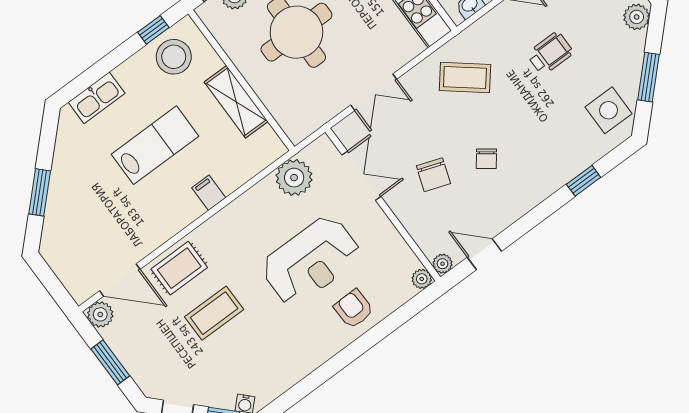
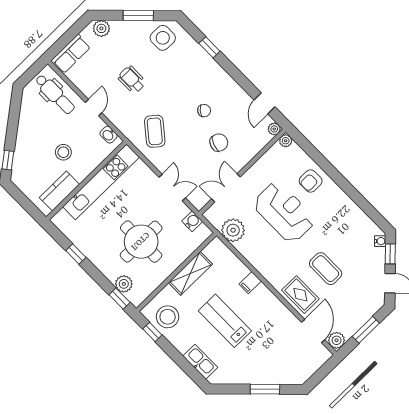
water cooler: (317, 116) -> (192, 221), added

